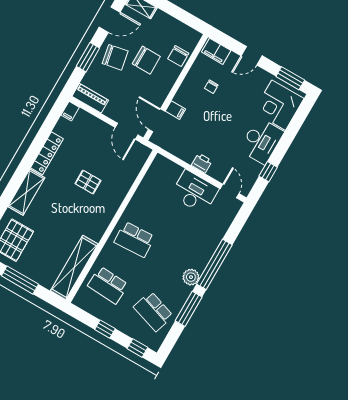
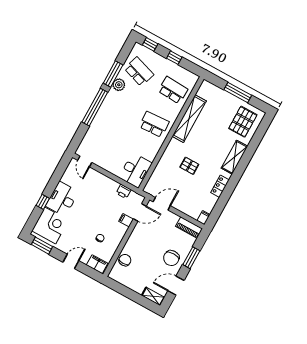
chair: (115, 57) -> (171, 258), turned -79
chair: (146, 60) -> (148, 256), removed
door: (157, 120) -> (140, 212), hinge flipped
door: (126, 131) -> (162, 204), hinge flipped
locker: (47, 153) -> (220, 186), width x0.66
printer: (202, 163) -> (124, 191), moved
window: (268, 172) -> (43, 202), moved
desk: (195, 192) -> (135, 170), moved, turned -90
shelving: (74, 267) -> (189, 119), moved
plant: (191, 277) -> (119, 85), moved

